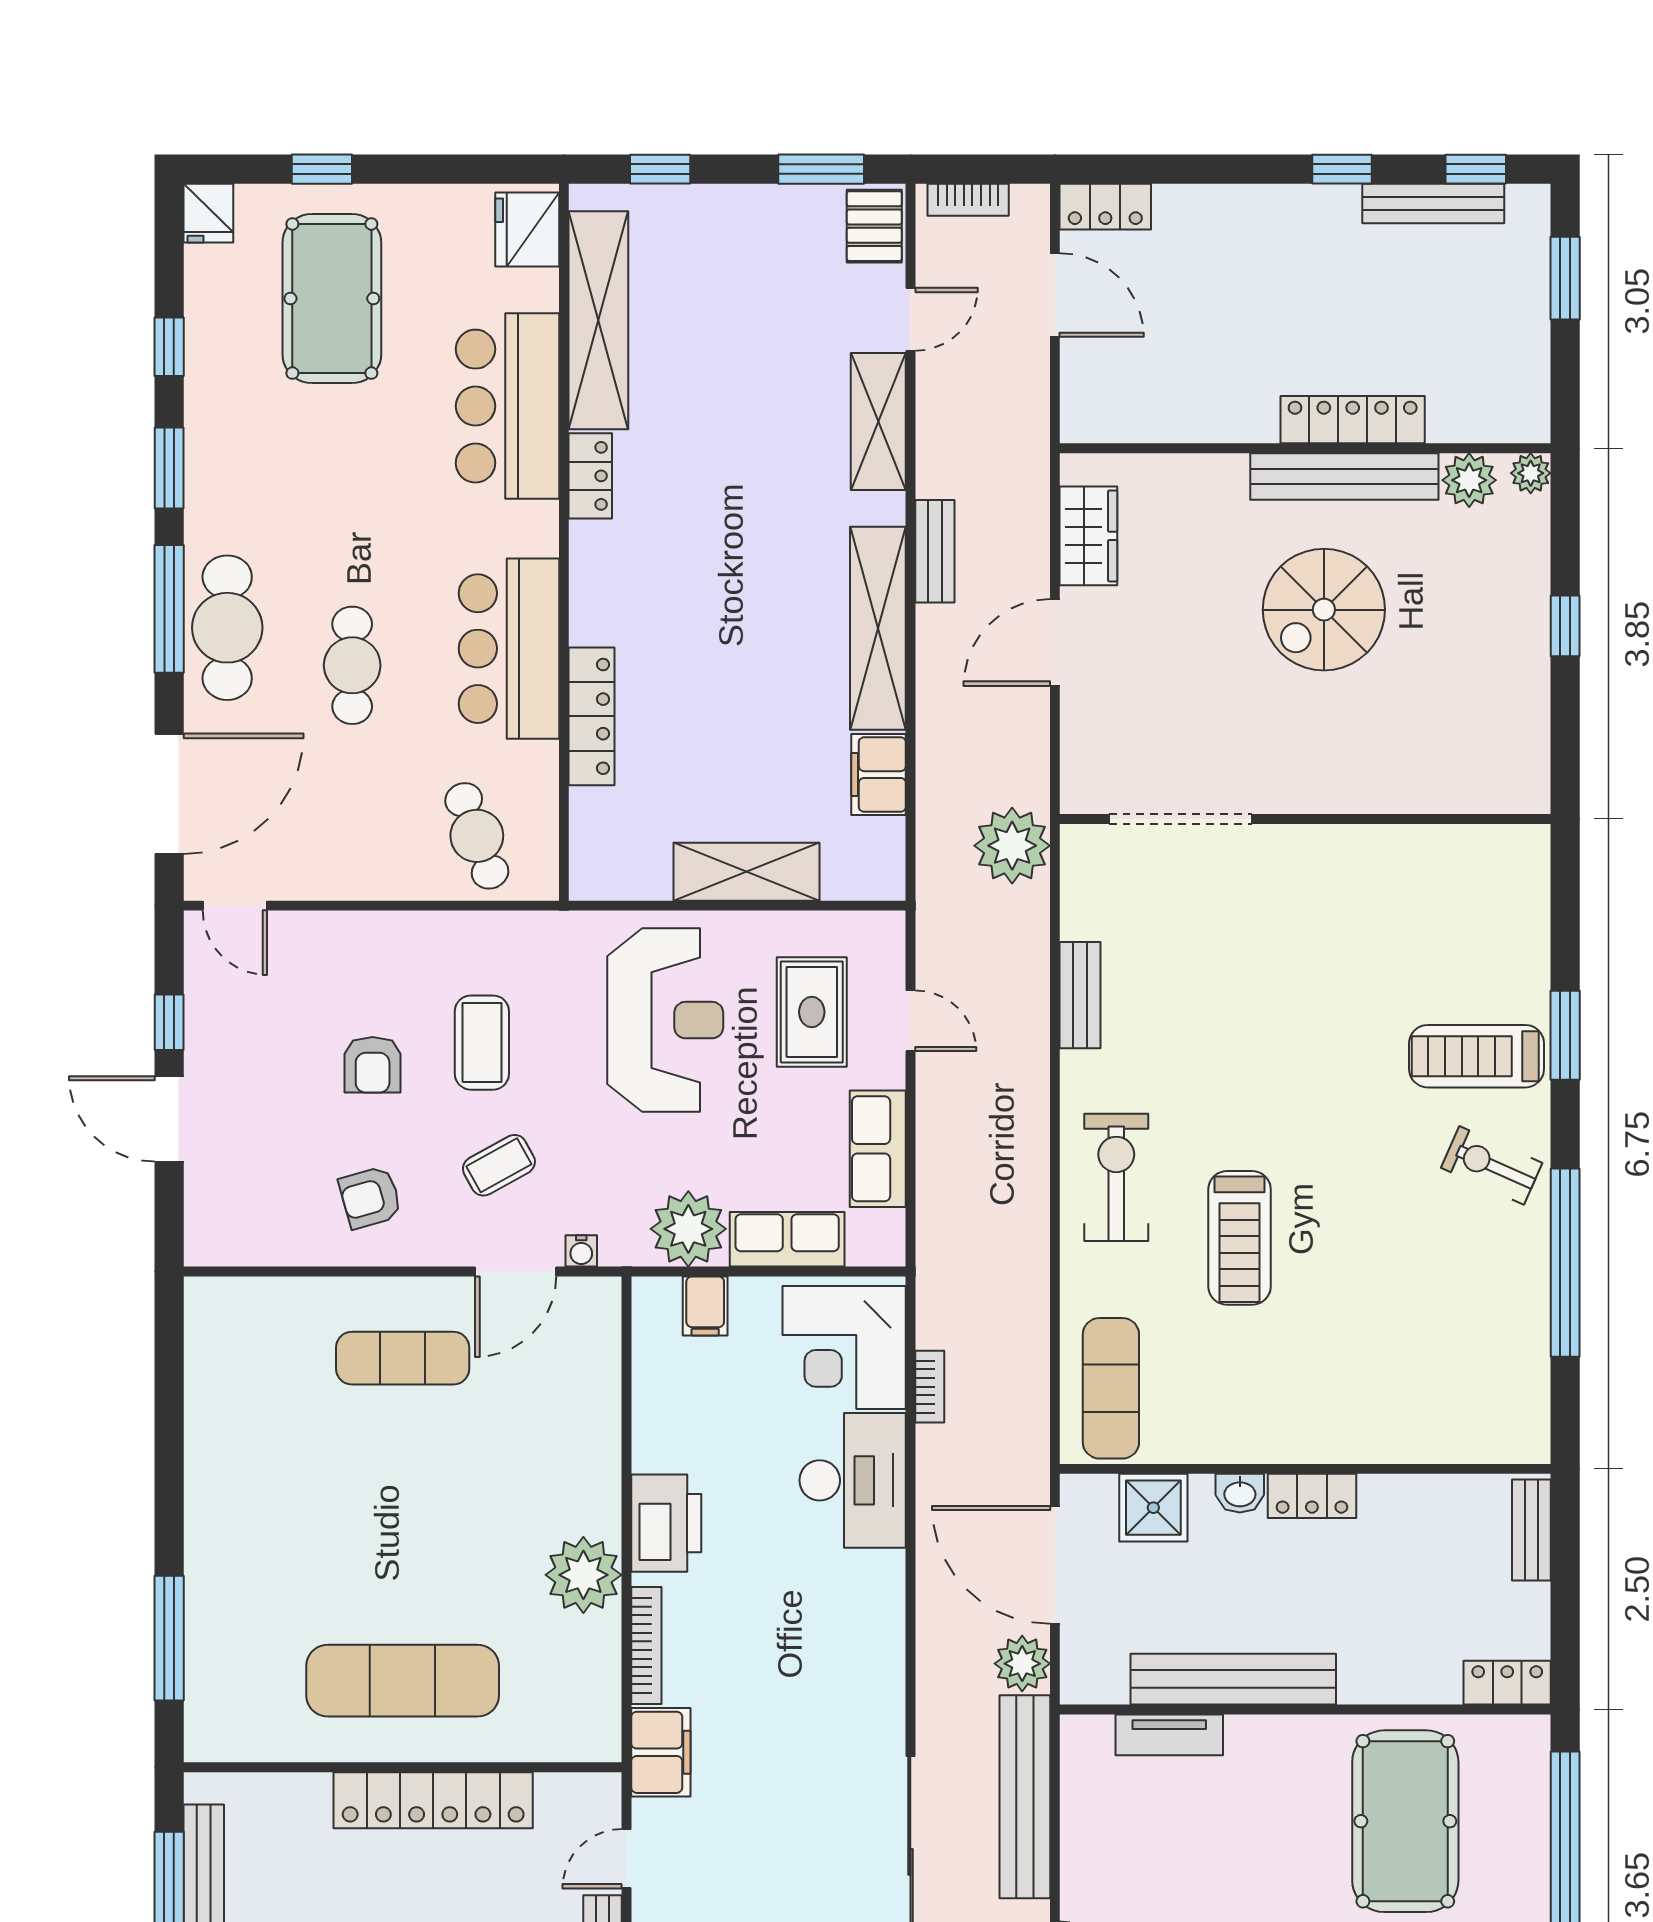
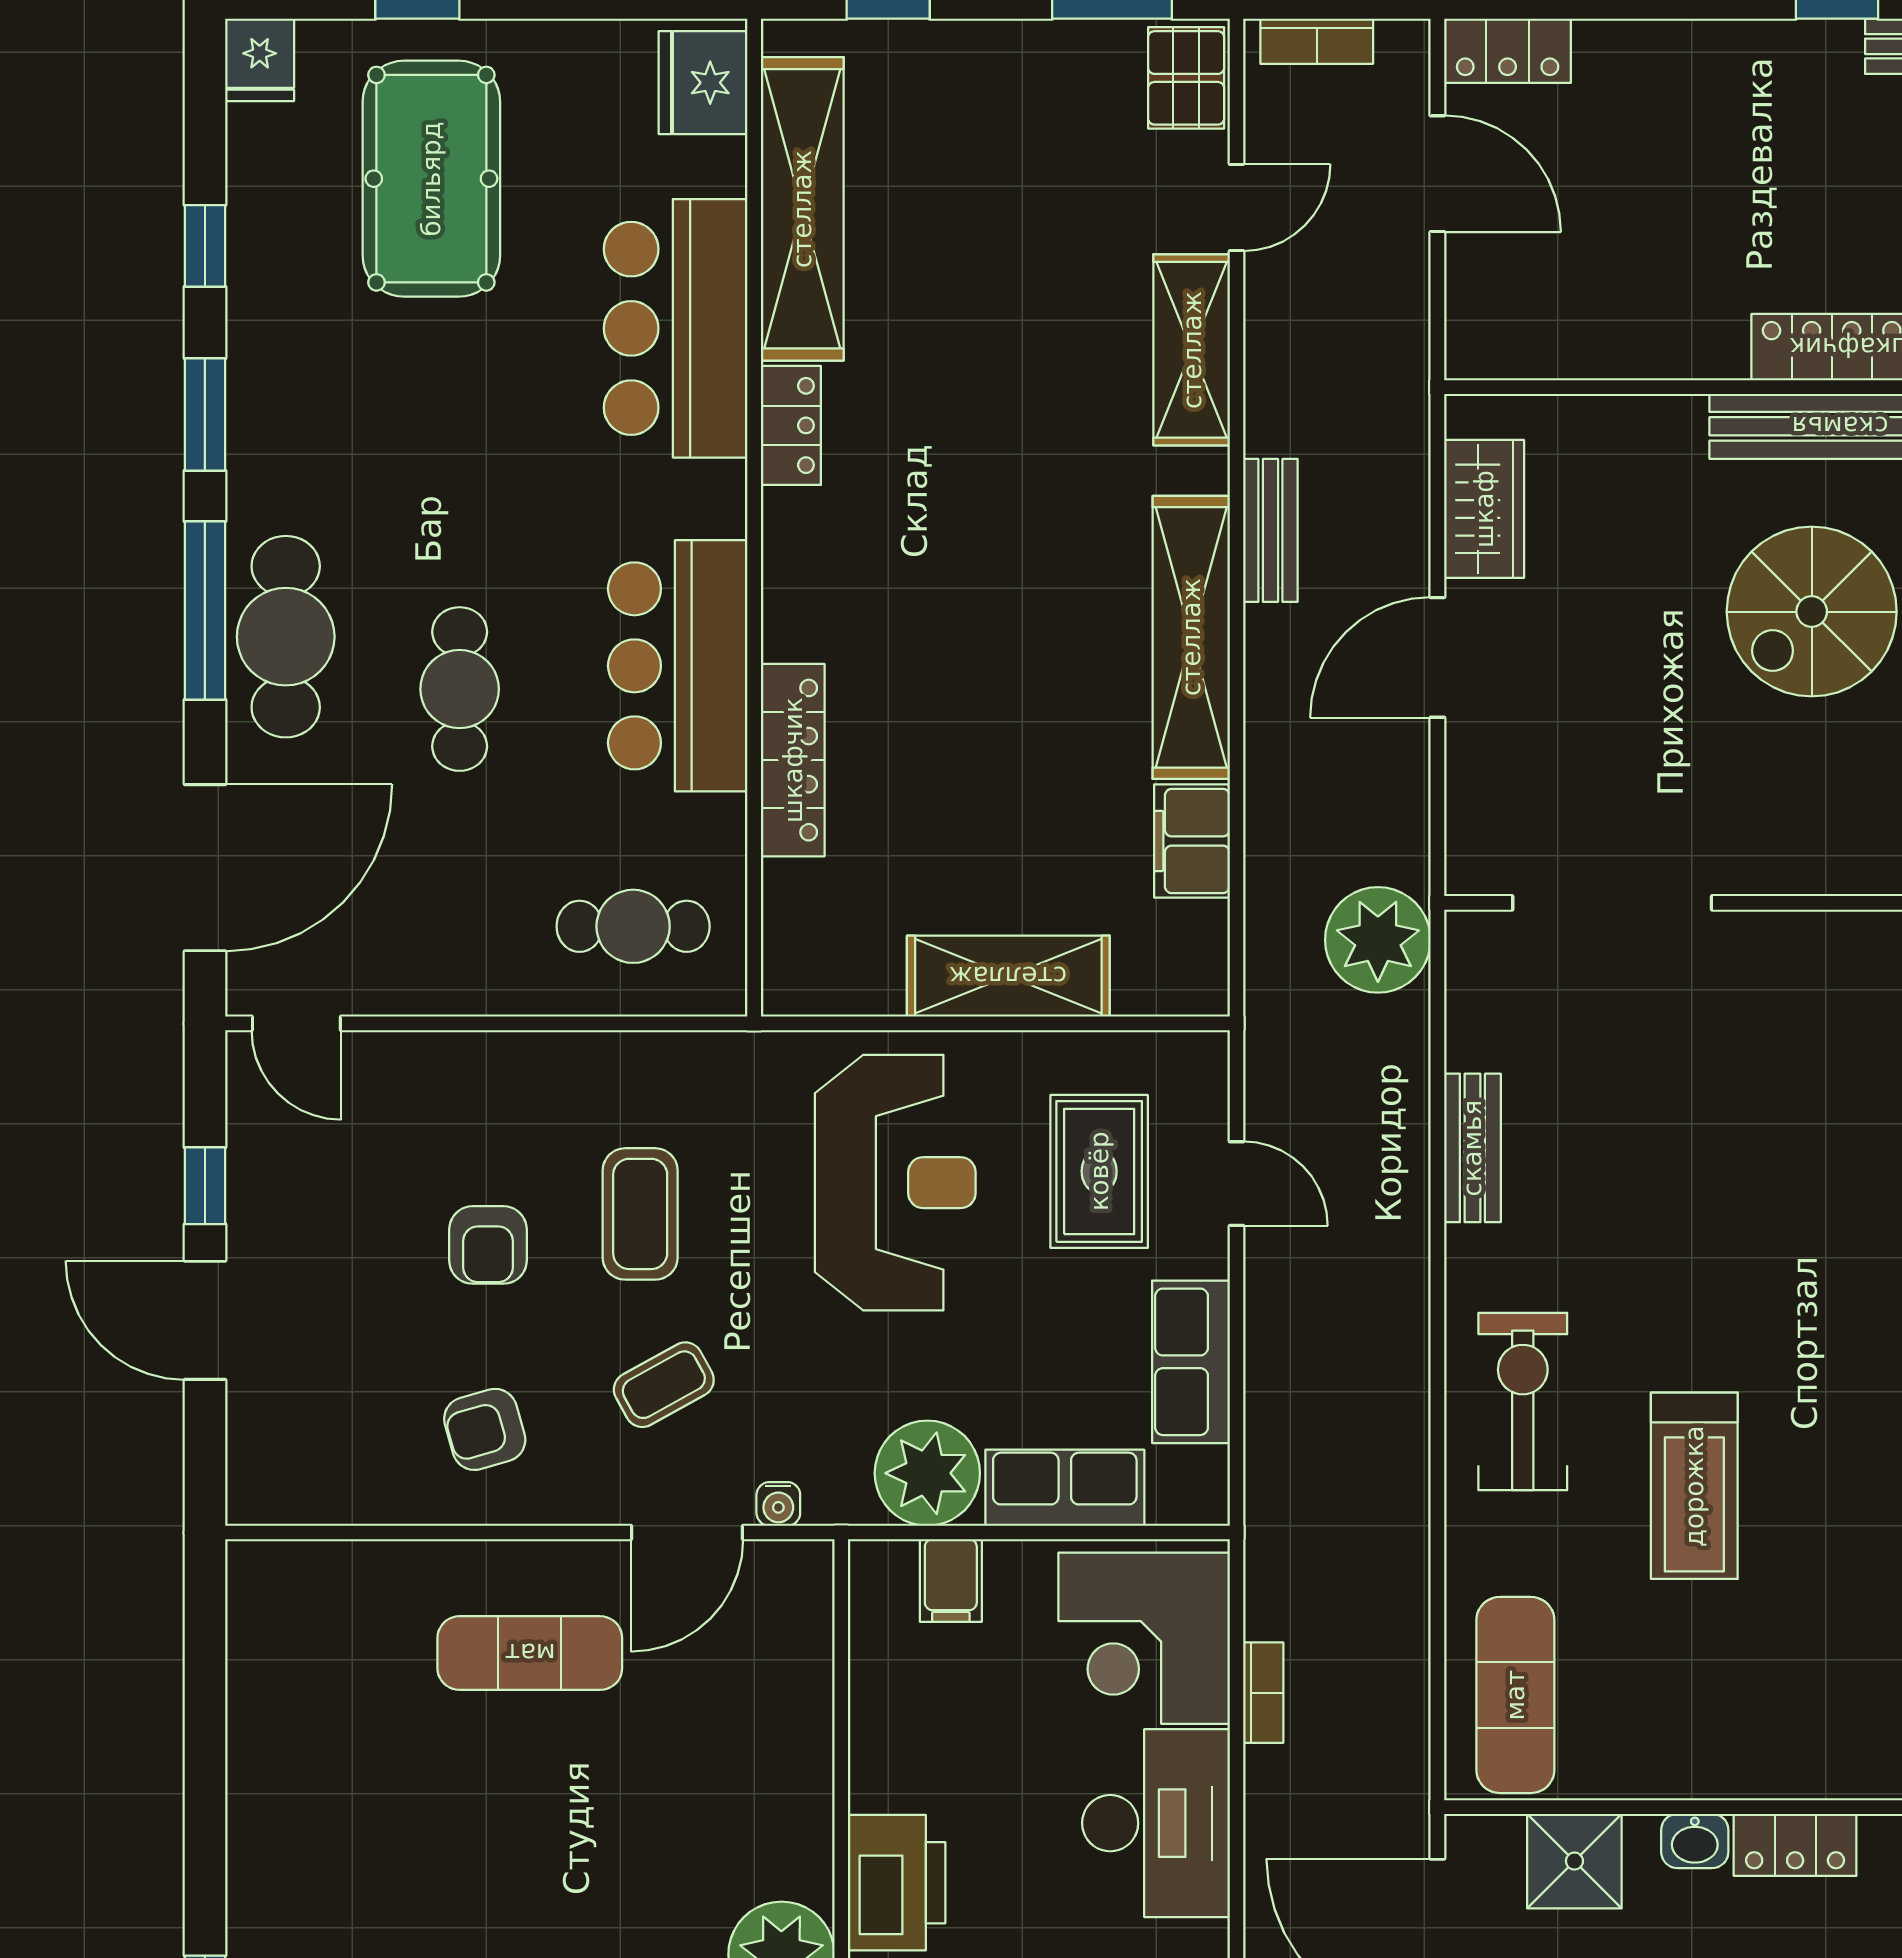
cafe table: (477, 836) -> (633, 926), turned -70

